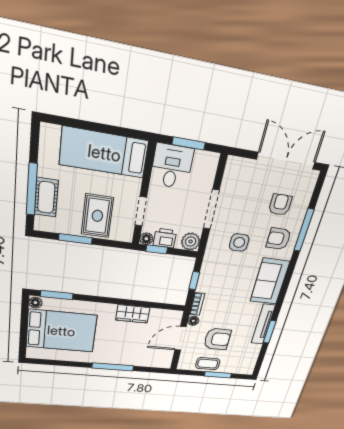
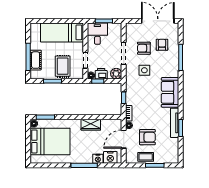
armchair: (279, 239) -> (144, 48), moved
nightstand: (136, 360) -> (98, 159), added
nightstand: (155, 360) -> (110, 157), added

